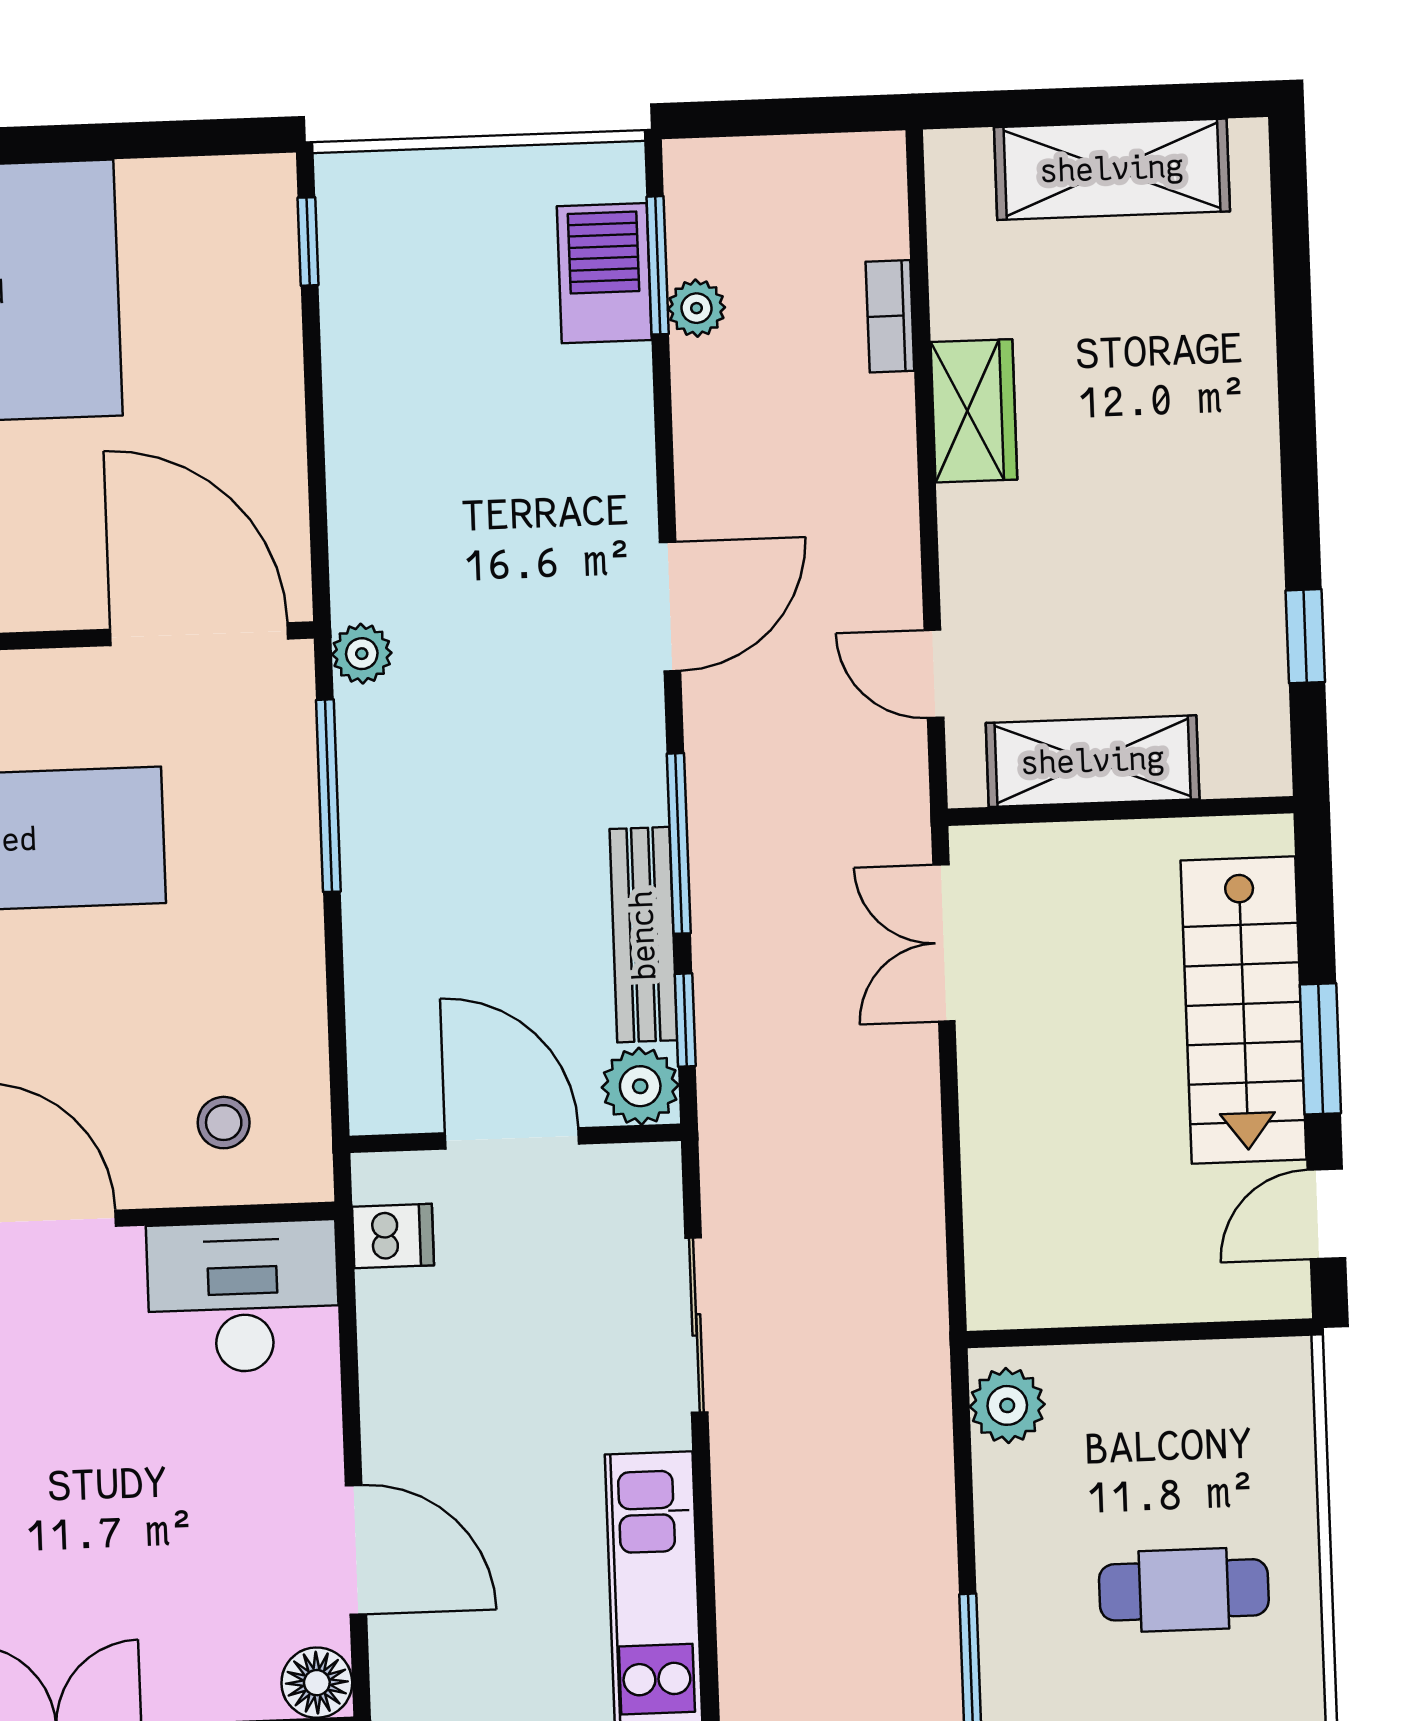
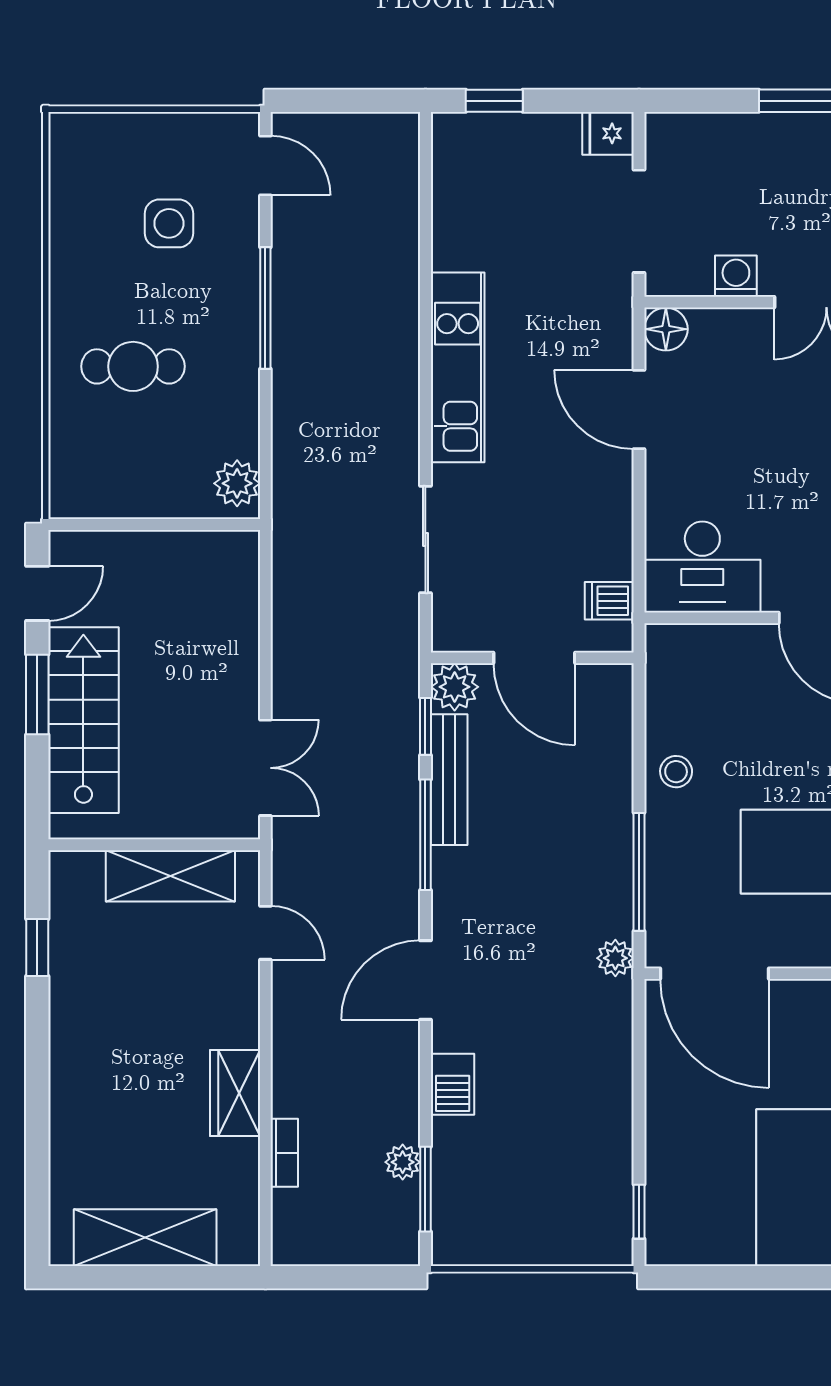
barbecue: (604, 273) -> (453, 1084), moved, width x0.73, depth x0.79
stool: (224, 1123) -> (676, 772), moved

